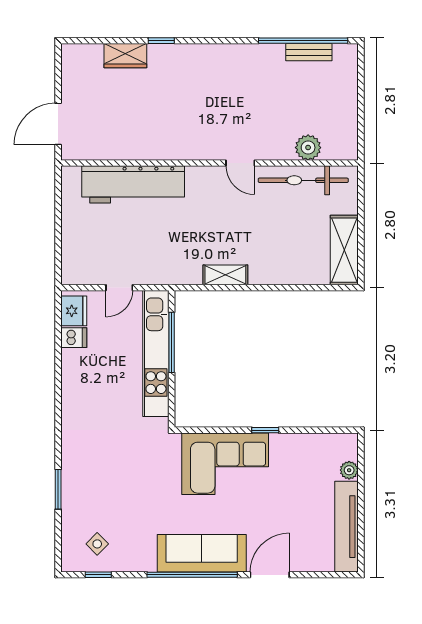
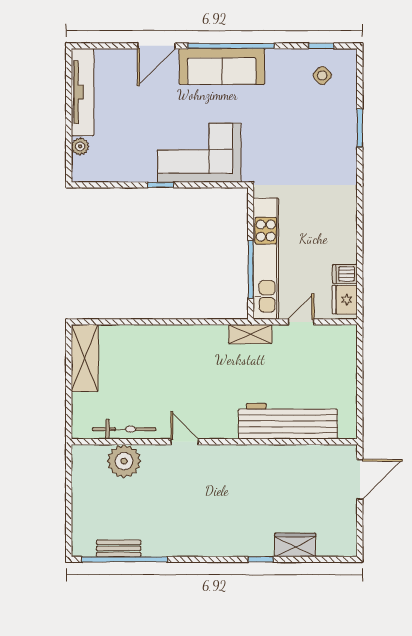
plant: (308, 148) -> (124, 461), width x1.36, depth x1.36
bicycle: (303, 180) -> (124, 429), width x0.73, depth x0.71
shelving: (225, 275) -> (250, 334), moved

